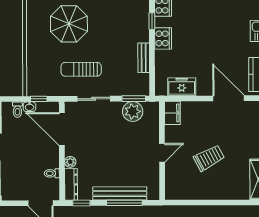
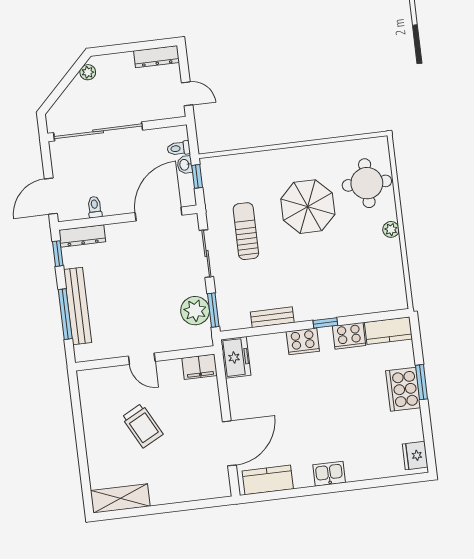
freezer: (182, 87) -> (236, 357), moved
plant: (70, 162) -> (114, 231), removed

